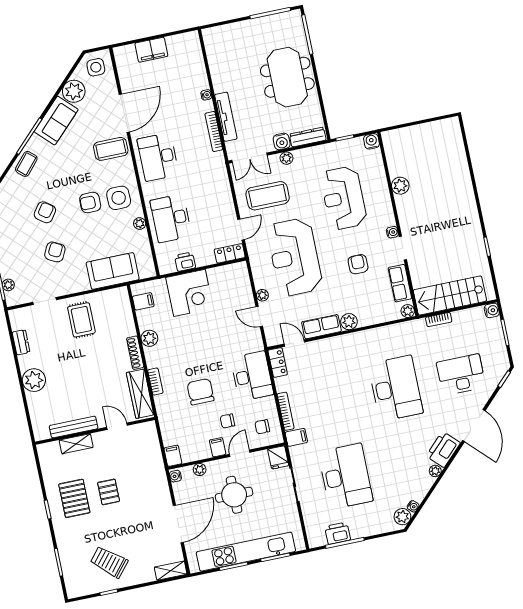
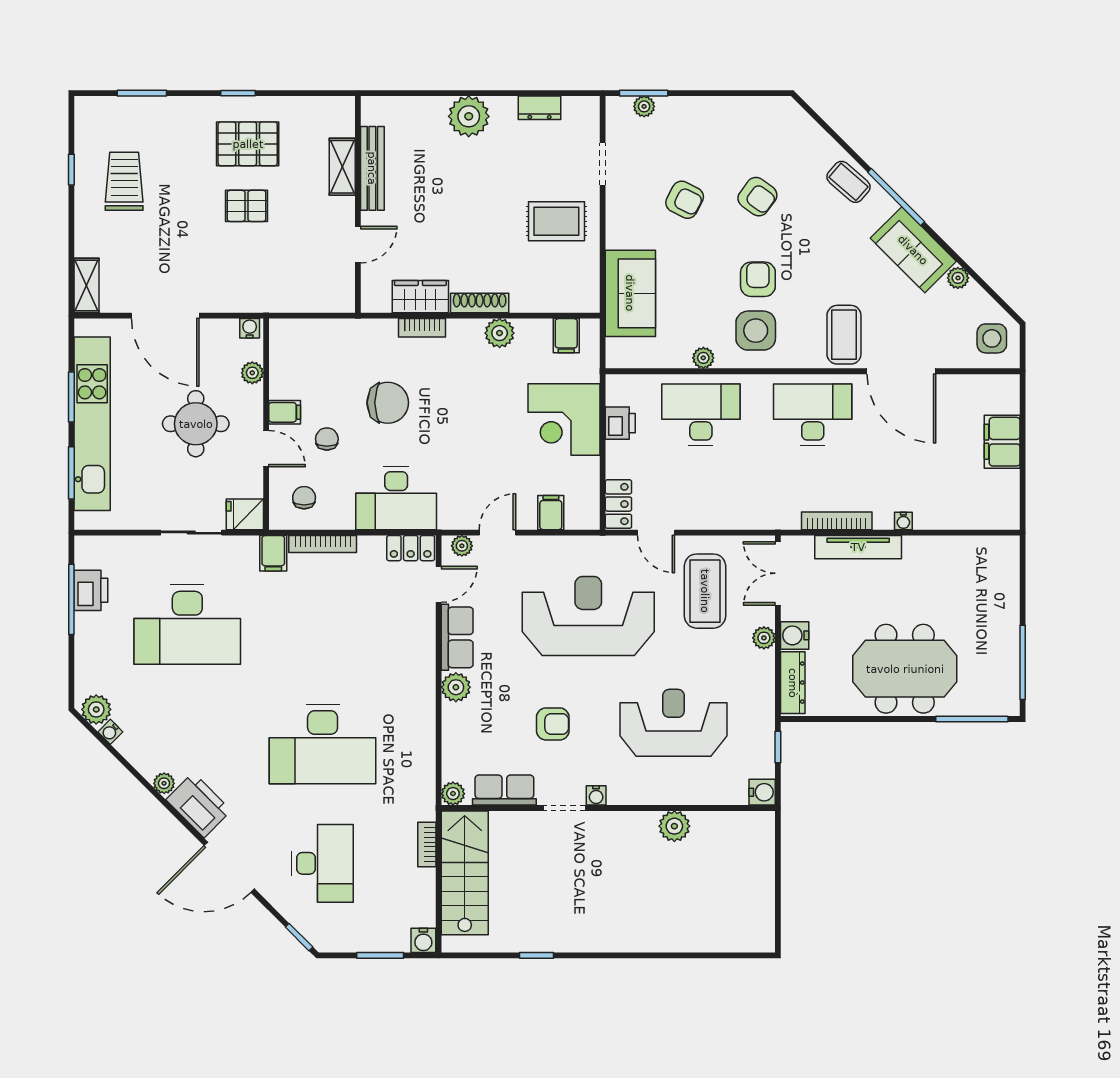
plant: (74, 91) -> (958, 278), width x0.53, depth x0.53
plant: (262, 295) -> (462, 546), moved
wardrobe: (140, 394) -> (420, 297), width x0.67
filing cabinet: (173, 456) -> (551, 513), moved, turned -90
trolley: (109, 562) -> (124, 181), turned -40

